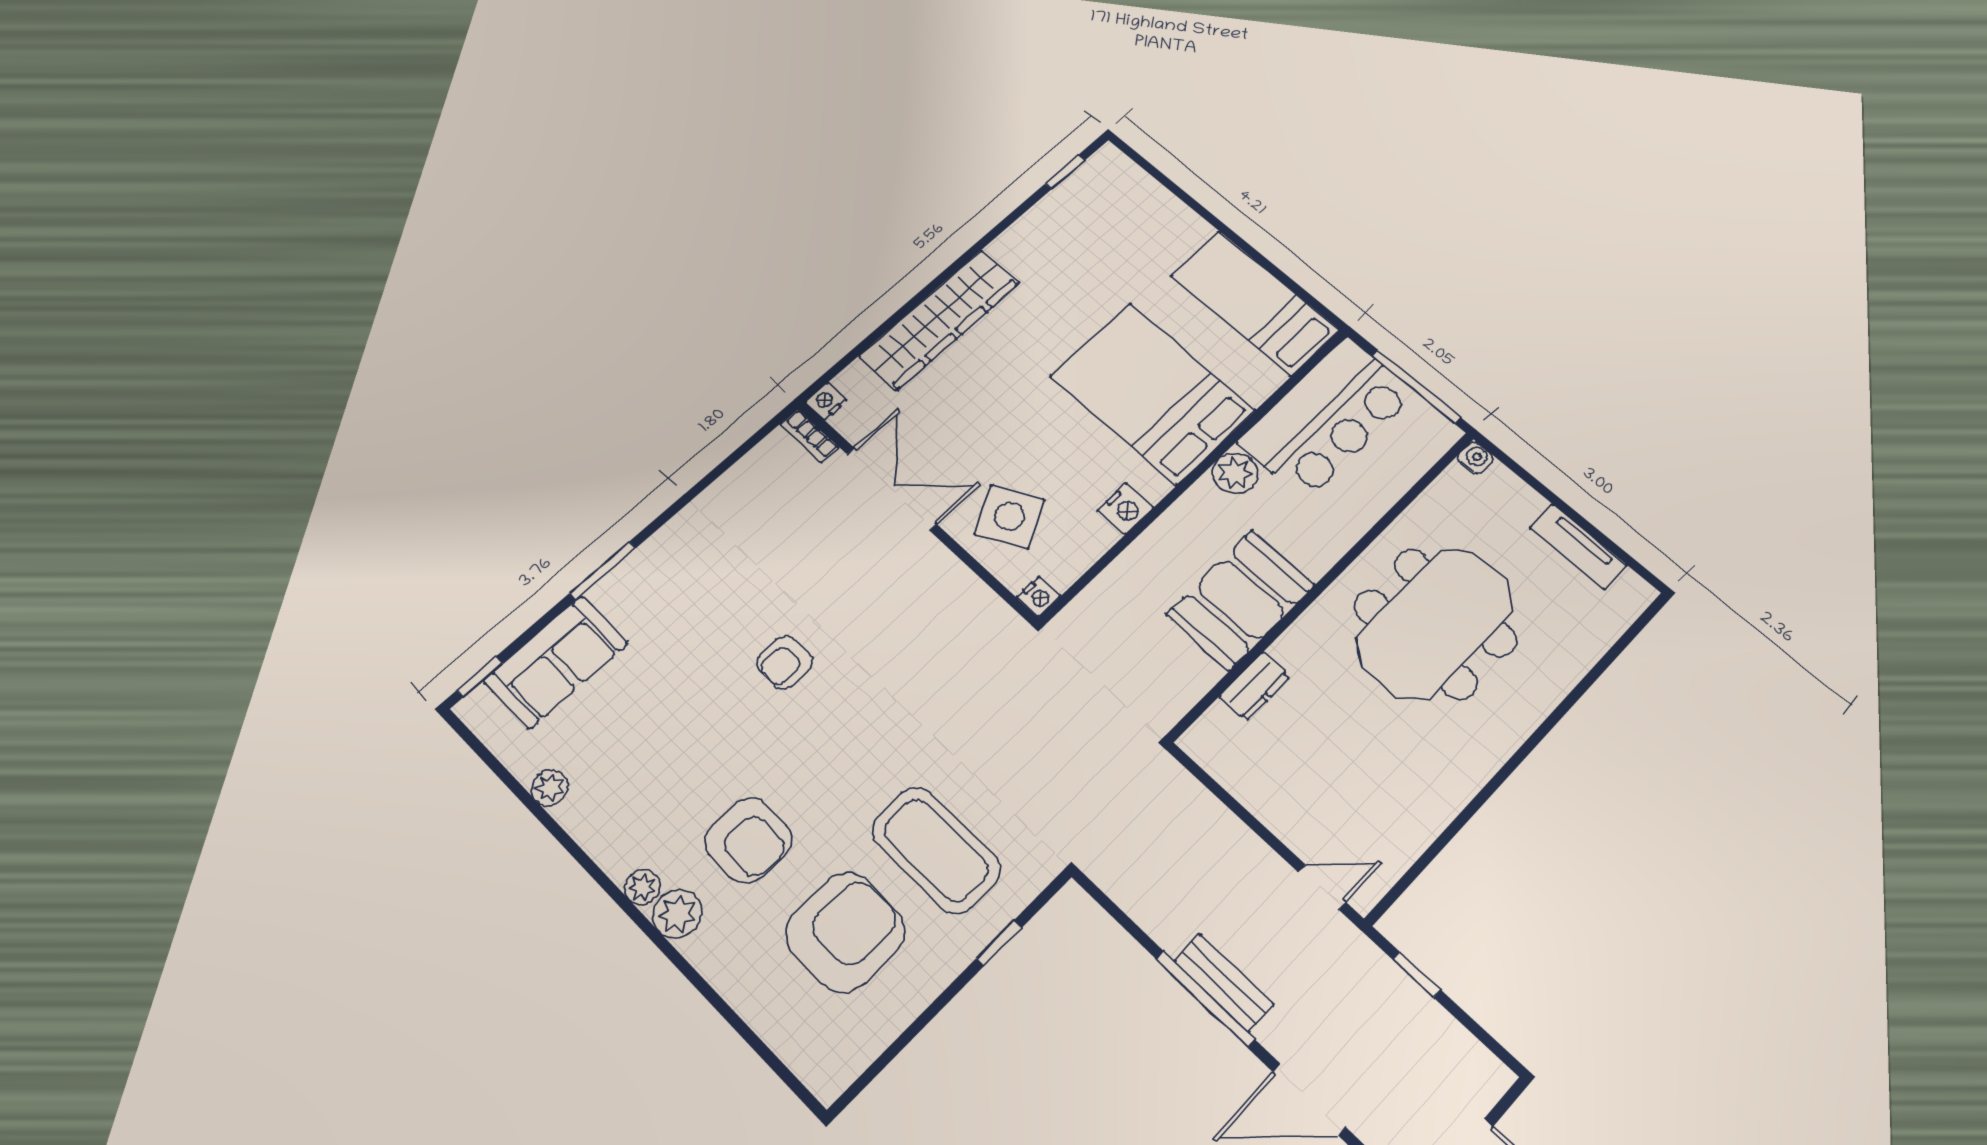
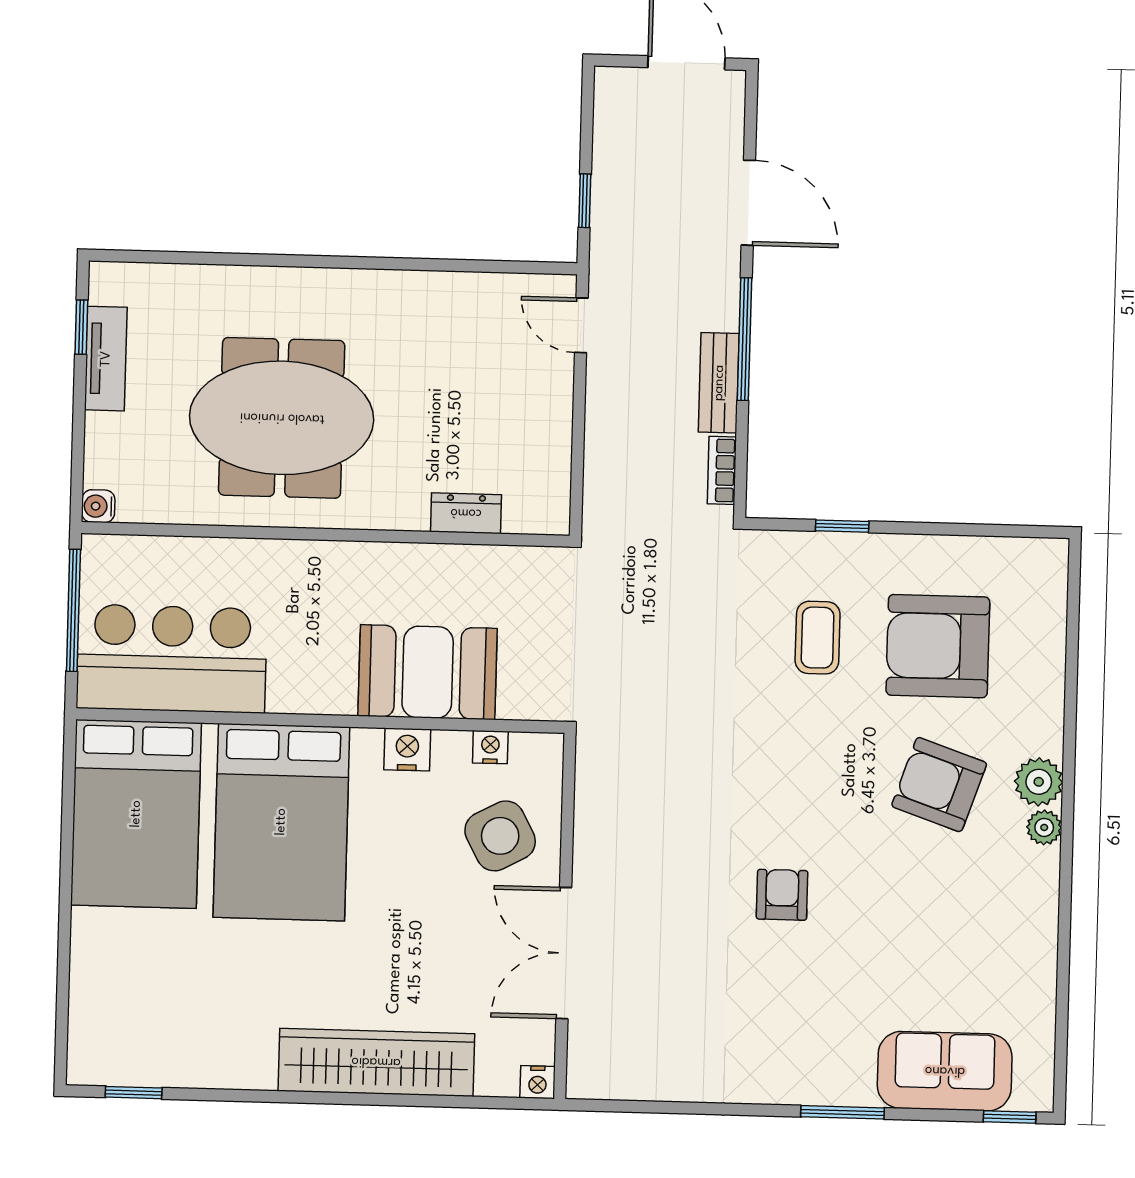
bed: (1255, 303) -> (136, 814), width x1.50
bookcase: (809, 435) -> (722, 470), moved, turned 180
plant: (1235, 473) -> (293, 690), removed
window: (1615, 549) -> (81, 327), added
nightstand: (1039, 597) -> (490, 747), moved
booth: (1241, 600) -> (428, 672), moved
armchair: (785, 662) -> (782, 895), turned -90
plant: (550, 788) -> (1039, 973), removed
armchair: (748, 840) -> (939, 785), turned -71
coffee table: (936, 850) -> (818, 638), width x0.54, depth x0.58
bench: (1224, 983) -> (719, 383), moved

